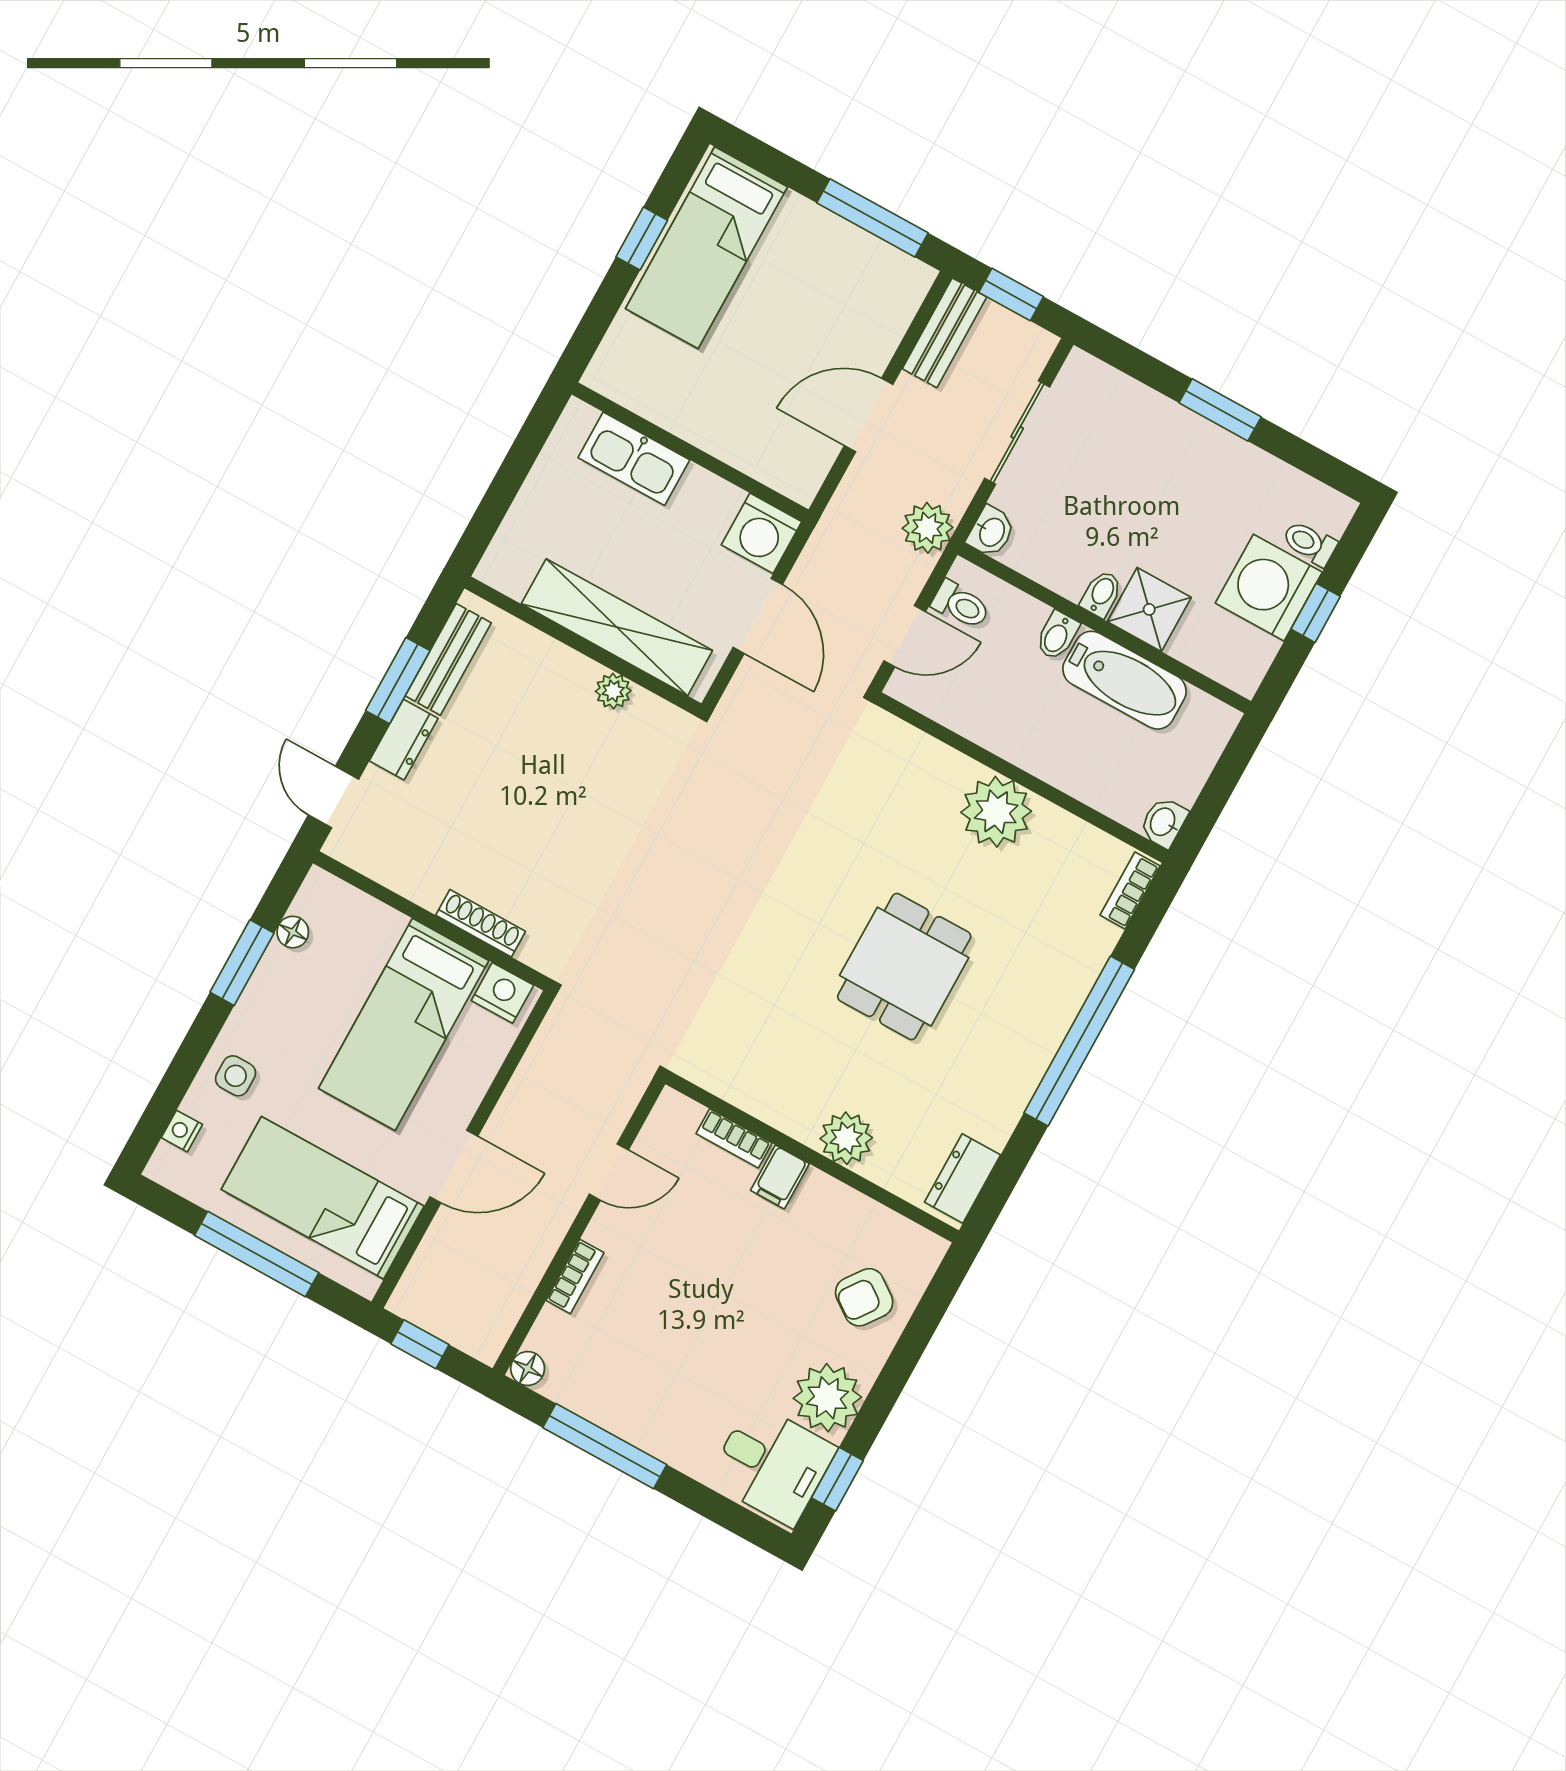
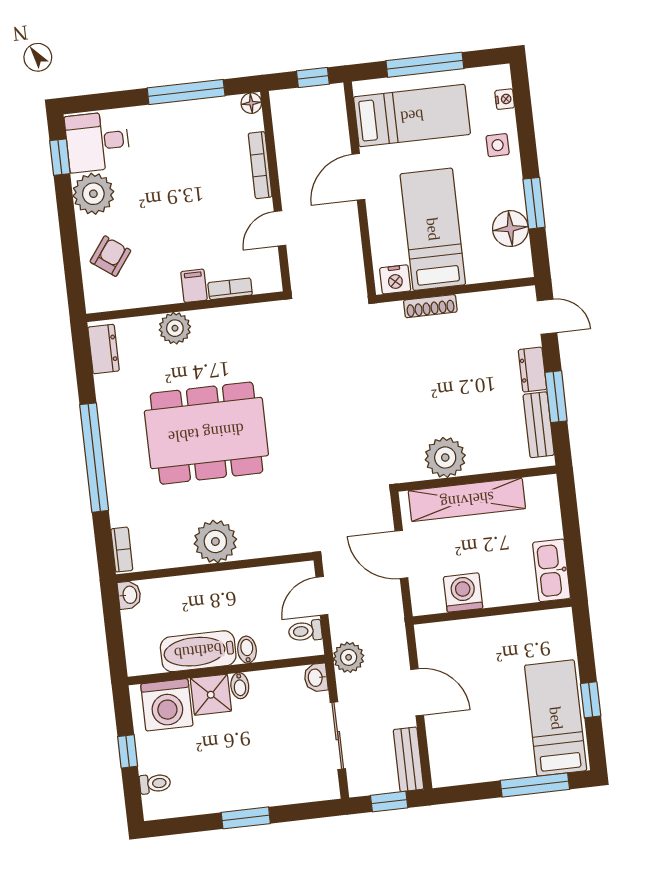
window: (872, 218) -> (535, 785), moved
door: (869, 415) -> (417, 692), hinge flipped
kitchen sink: (634, 459) -> (552, 570), moved, turned -90
washing machine: (761, 533) -> (463, 593), moved
washing machine: (1269, 588) -> (167, 705), moved, turned 90
plant: (613, 691) -> (445, 457), width x1.88, depth x1.88
floor lamp: (293, 932) -> (510, 229), width x1.89, depth x1.89
dining table: (904, 967) -> (206, 433), width x1.88, depth x1.24
bookcase: (575, 1276) -> (260, 165), width x1.56

